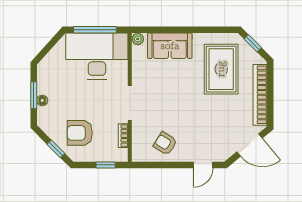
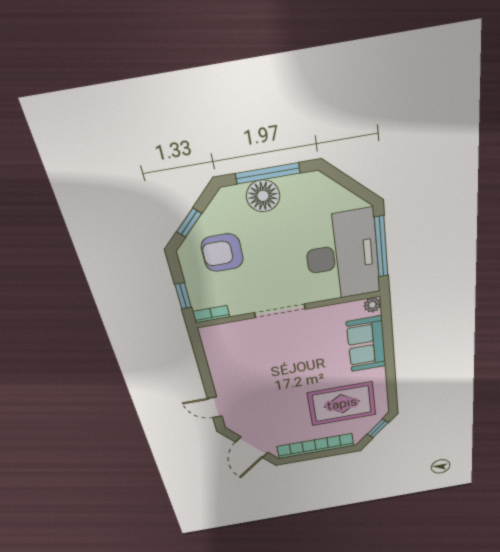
window: (34, 95) -> (268, 173), width x1.44
floor lamp: (42, 100) -> (263, 196), width x1.89, depth x1.89
armchair: (80, 133) -> (222, 253), turned -90
bookcase: (123, 136) -> (211, 314), moved
armchair: (165, 144) -> (233, 362), removed

